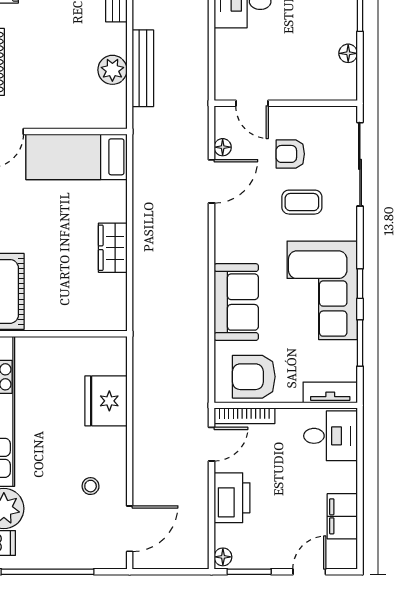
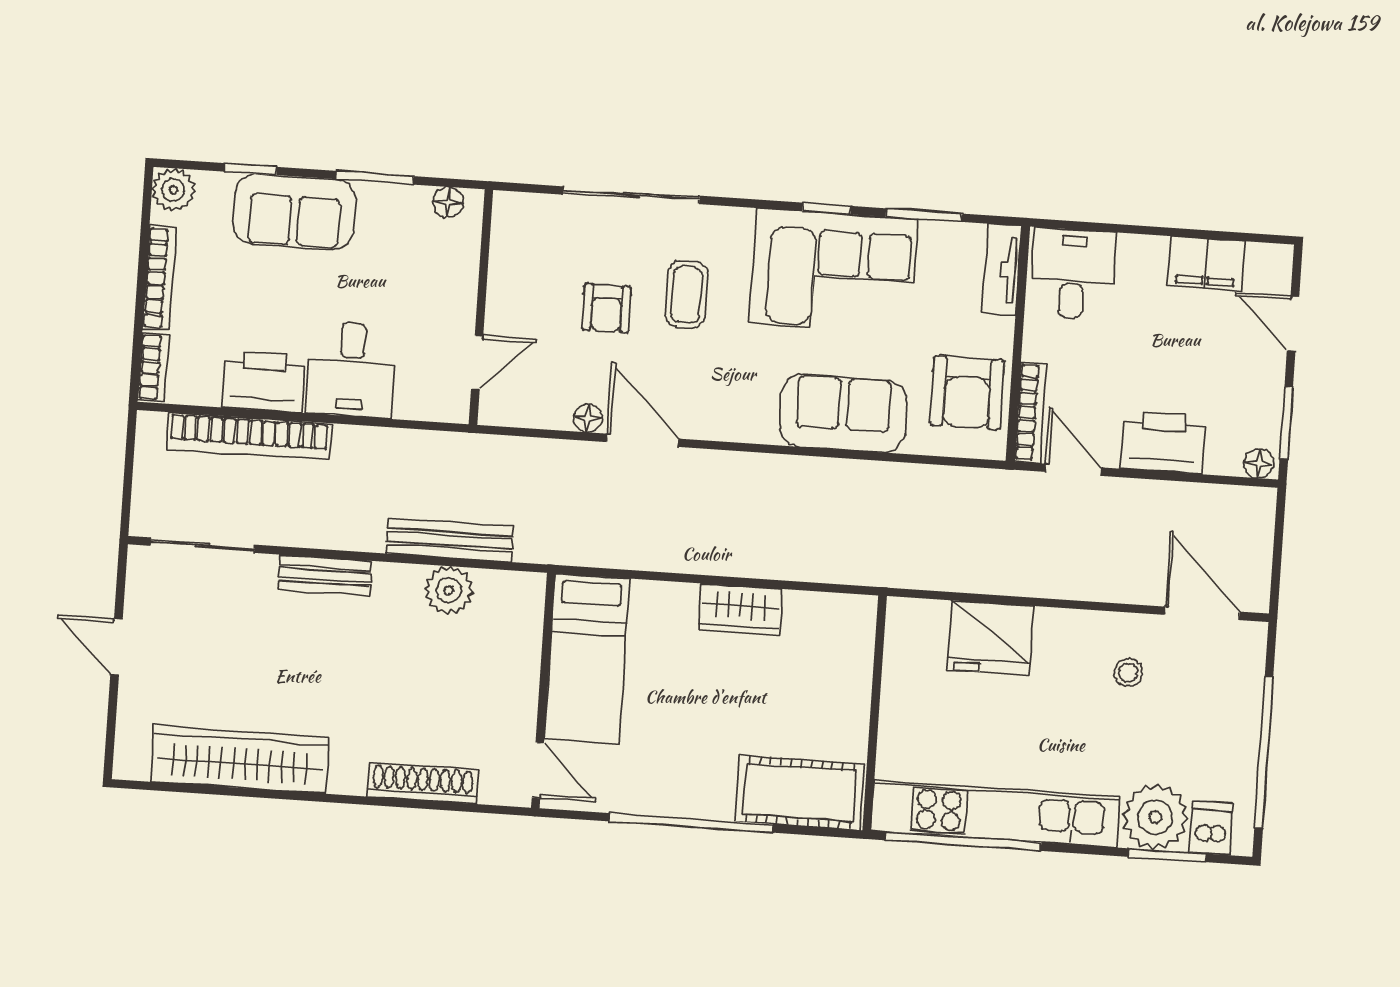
door: (252, 103) -> (477, 362), moved
wall: (286, 103) -> (481, 307), moved

